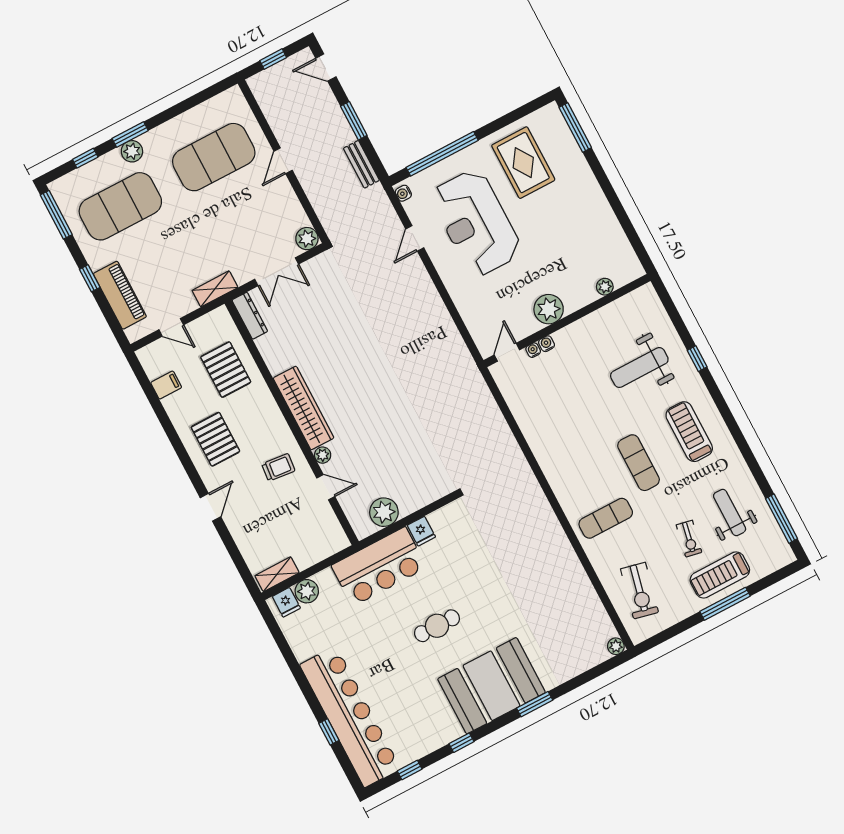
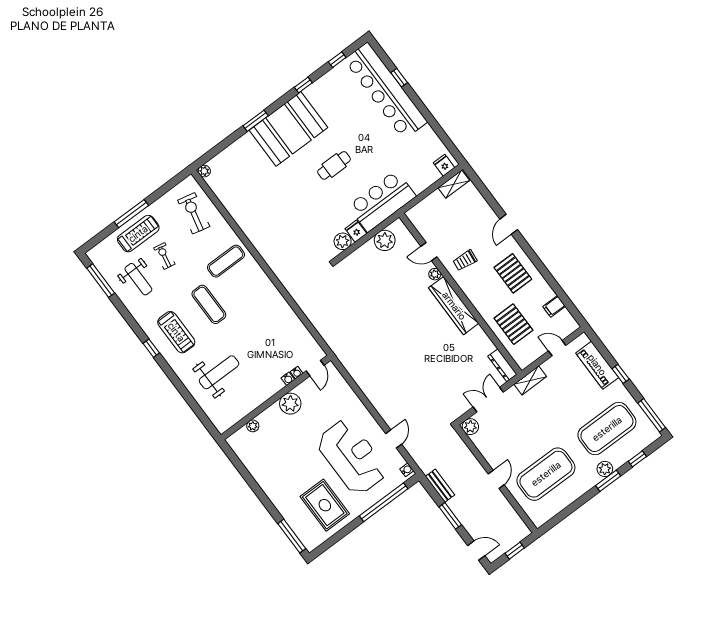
window: (697, 359) -> (151, 348), moved
plant: (307, 591) -> (343, 241), moved

